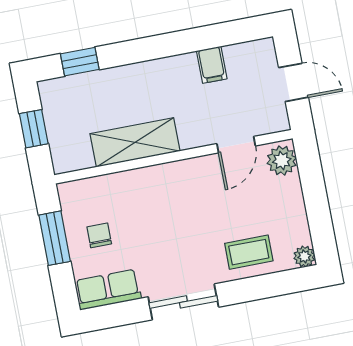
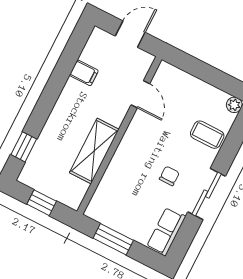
plant: (282, 161) -> (169, 75), removed
chair: (99, 235) -> (169, 176), moved, turned 90
coffee table: (249, 252) -> (207, 135), turned 90

